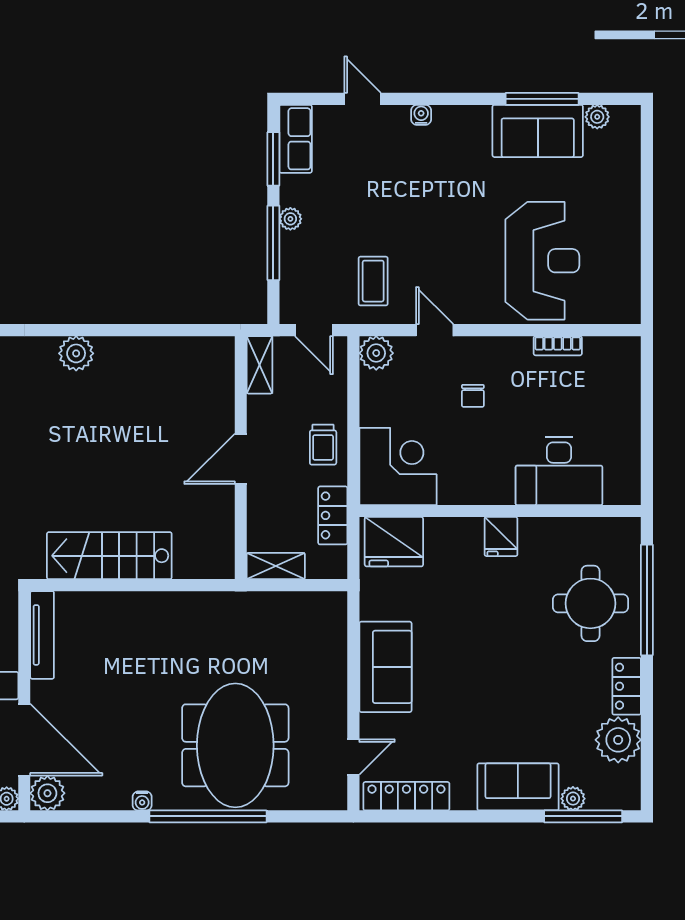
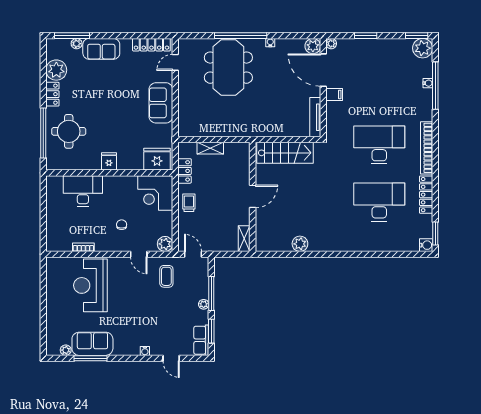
shelving: (260, 365) -> (244, 239), moved
wall: (241, 458) -> (253, 197), moved
door: (241, 459) -> (253, 196), moved

